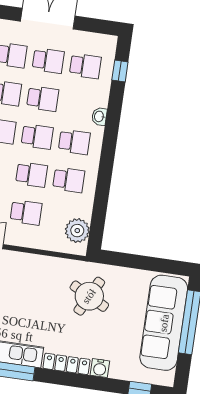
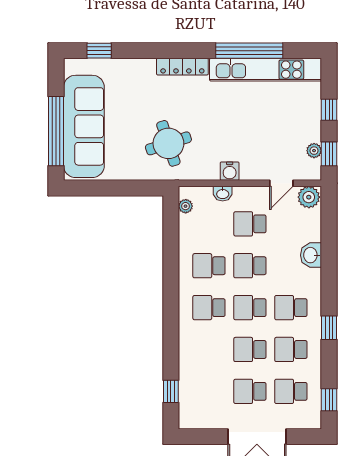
school desk: (85, 66) -> (209, 391), removed
washbasin: (99, 116) -> (223, 194), moved, turned 90
plant: (77, 231) -> (186, 206), width x0.53, depth x0.53
round table: (89, 296) -> (168, 143), turned 45
water cooler: (100, 368) -> (230, 171), moved, turned 180

